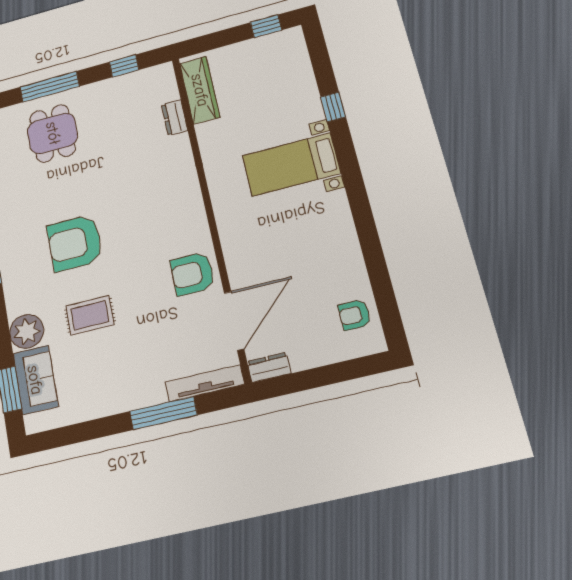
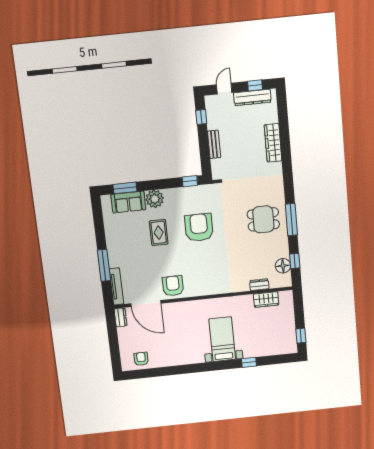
floor lamp: (135, 84) -> (283, 266), added
wardrobe: (200, 90) -> (266, 300), width x0.67

